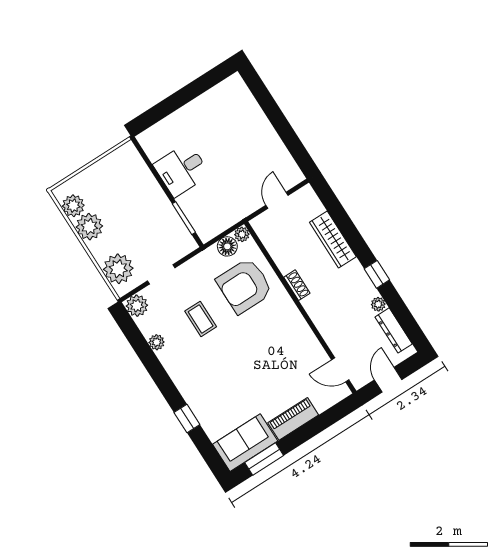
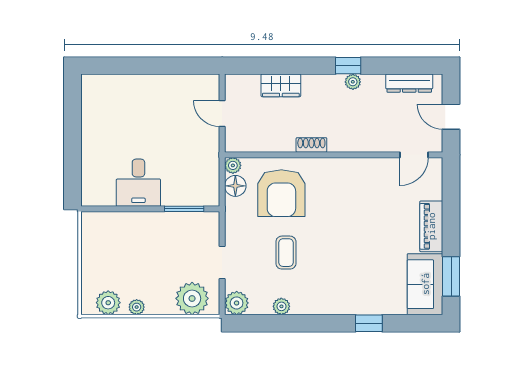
plant: (89, 227) -> (137, 307), width x0.53, depth x0.53
wardrobe: (333, 240) -> (281, 85), width x0.67
plant: (378, 304) -> (353, 82), moved
coffee table: (201, 319) -> (286, 253), turned 90

